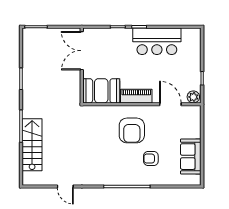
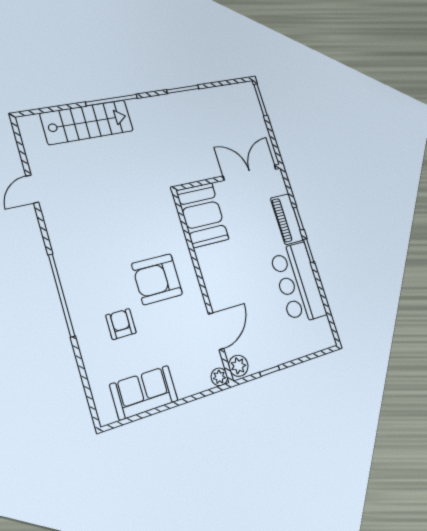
piano: (136, 96) -> (287, 219), moved, turned 180
plant: (196, 111) -> (219, 377), added

